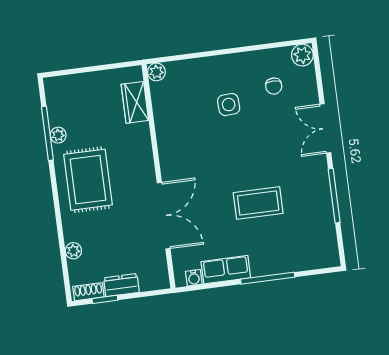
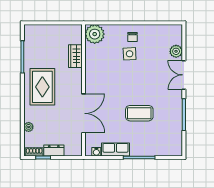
plant: (302, 55) -> (176, 51), moved
plant: (156, 72) -> (95, 34), width x1.88, depth x1.88
chair: (274, 86) -> (132, 37), moved
wardrobe: (135, 102) -> (75, 56), moved
plant: (58, 135) -> (28, 59), removed

